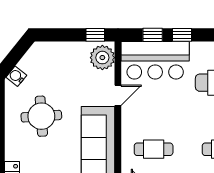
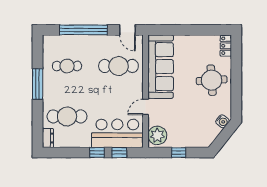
window: (95, 35) -> (179, 153), moved
round table: (41, 116) -> (212, 80), moved
cafe table: (154, 149) -> (119, 66), width x1.37, depth x1.35

